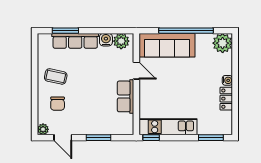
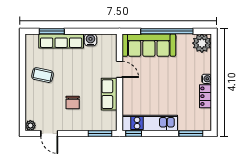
plant: (121, 41) -> (105, 41), removed
chair: (58, 104) -> (73, 102), moved
window: (98, 138) -> (100, 133), moved

